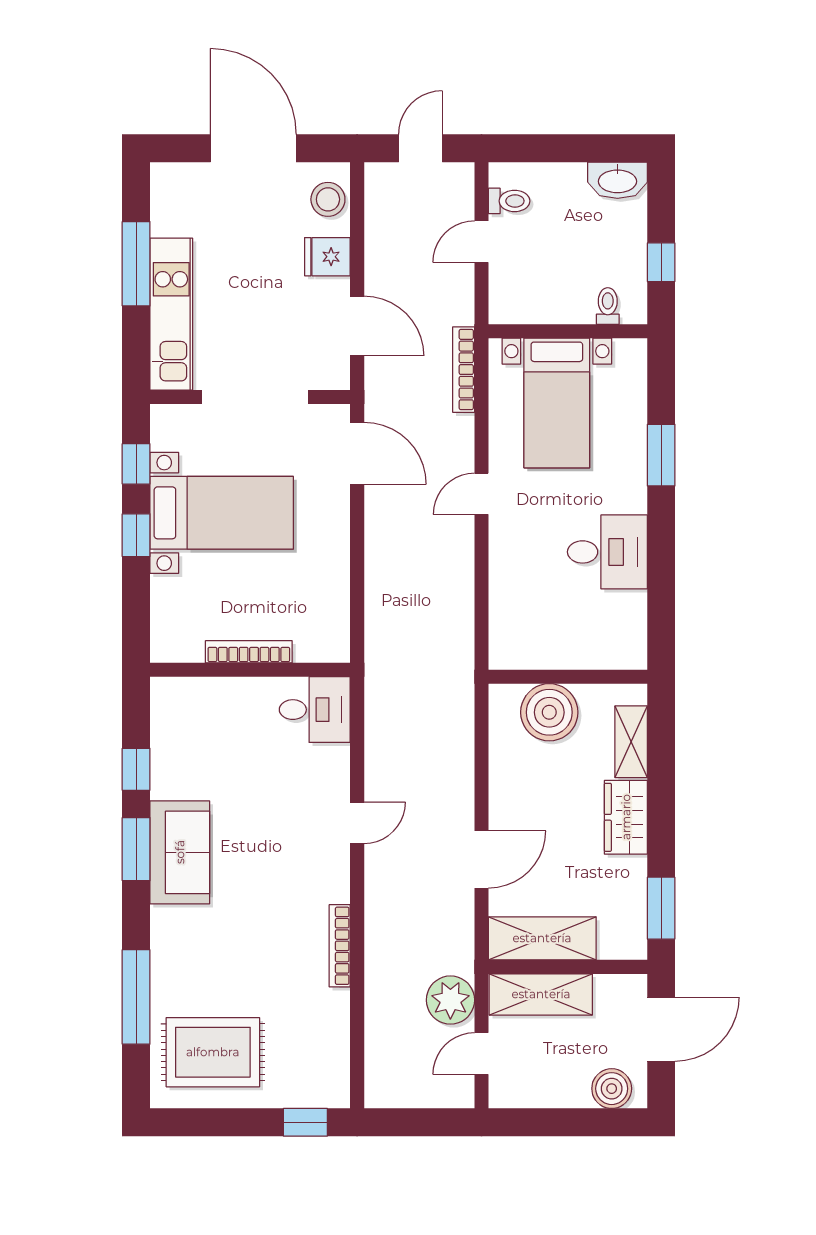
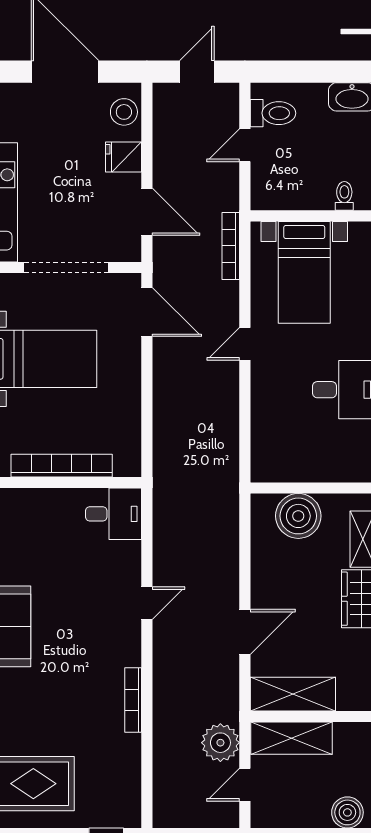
toilet: (509, 201) -> (273, 113), width x1.37, depth x1.39
bookcase: (249, 652) -> (62, 466), width x1.48, depth x1.31

